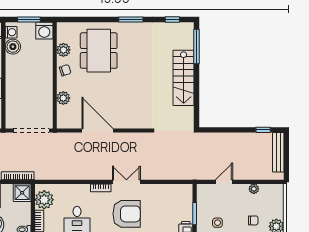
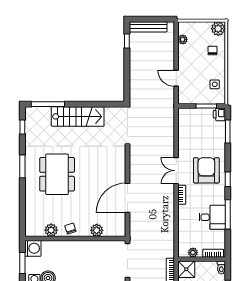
dining table: (99, 51) -> (57, 174), moved, turned 90
plant: (254, 189) -> (183, 39), moved
plant: (44, 200) -> (193, 253), width x0.53, depth x0.53

